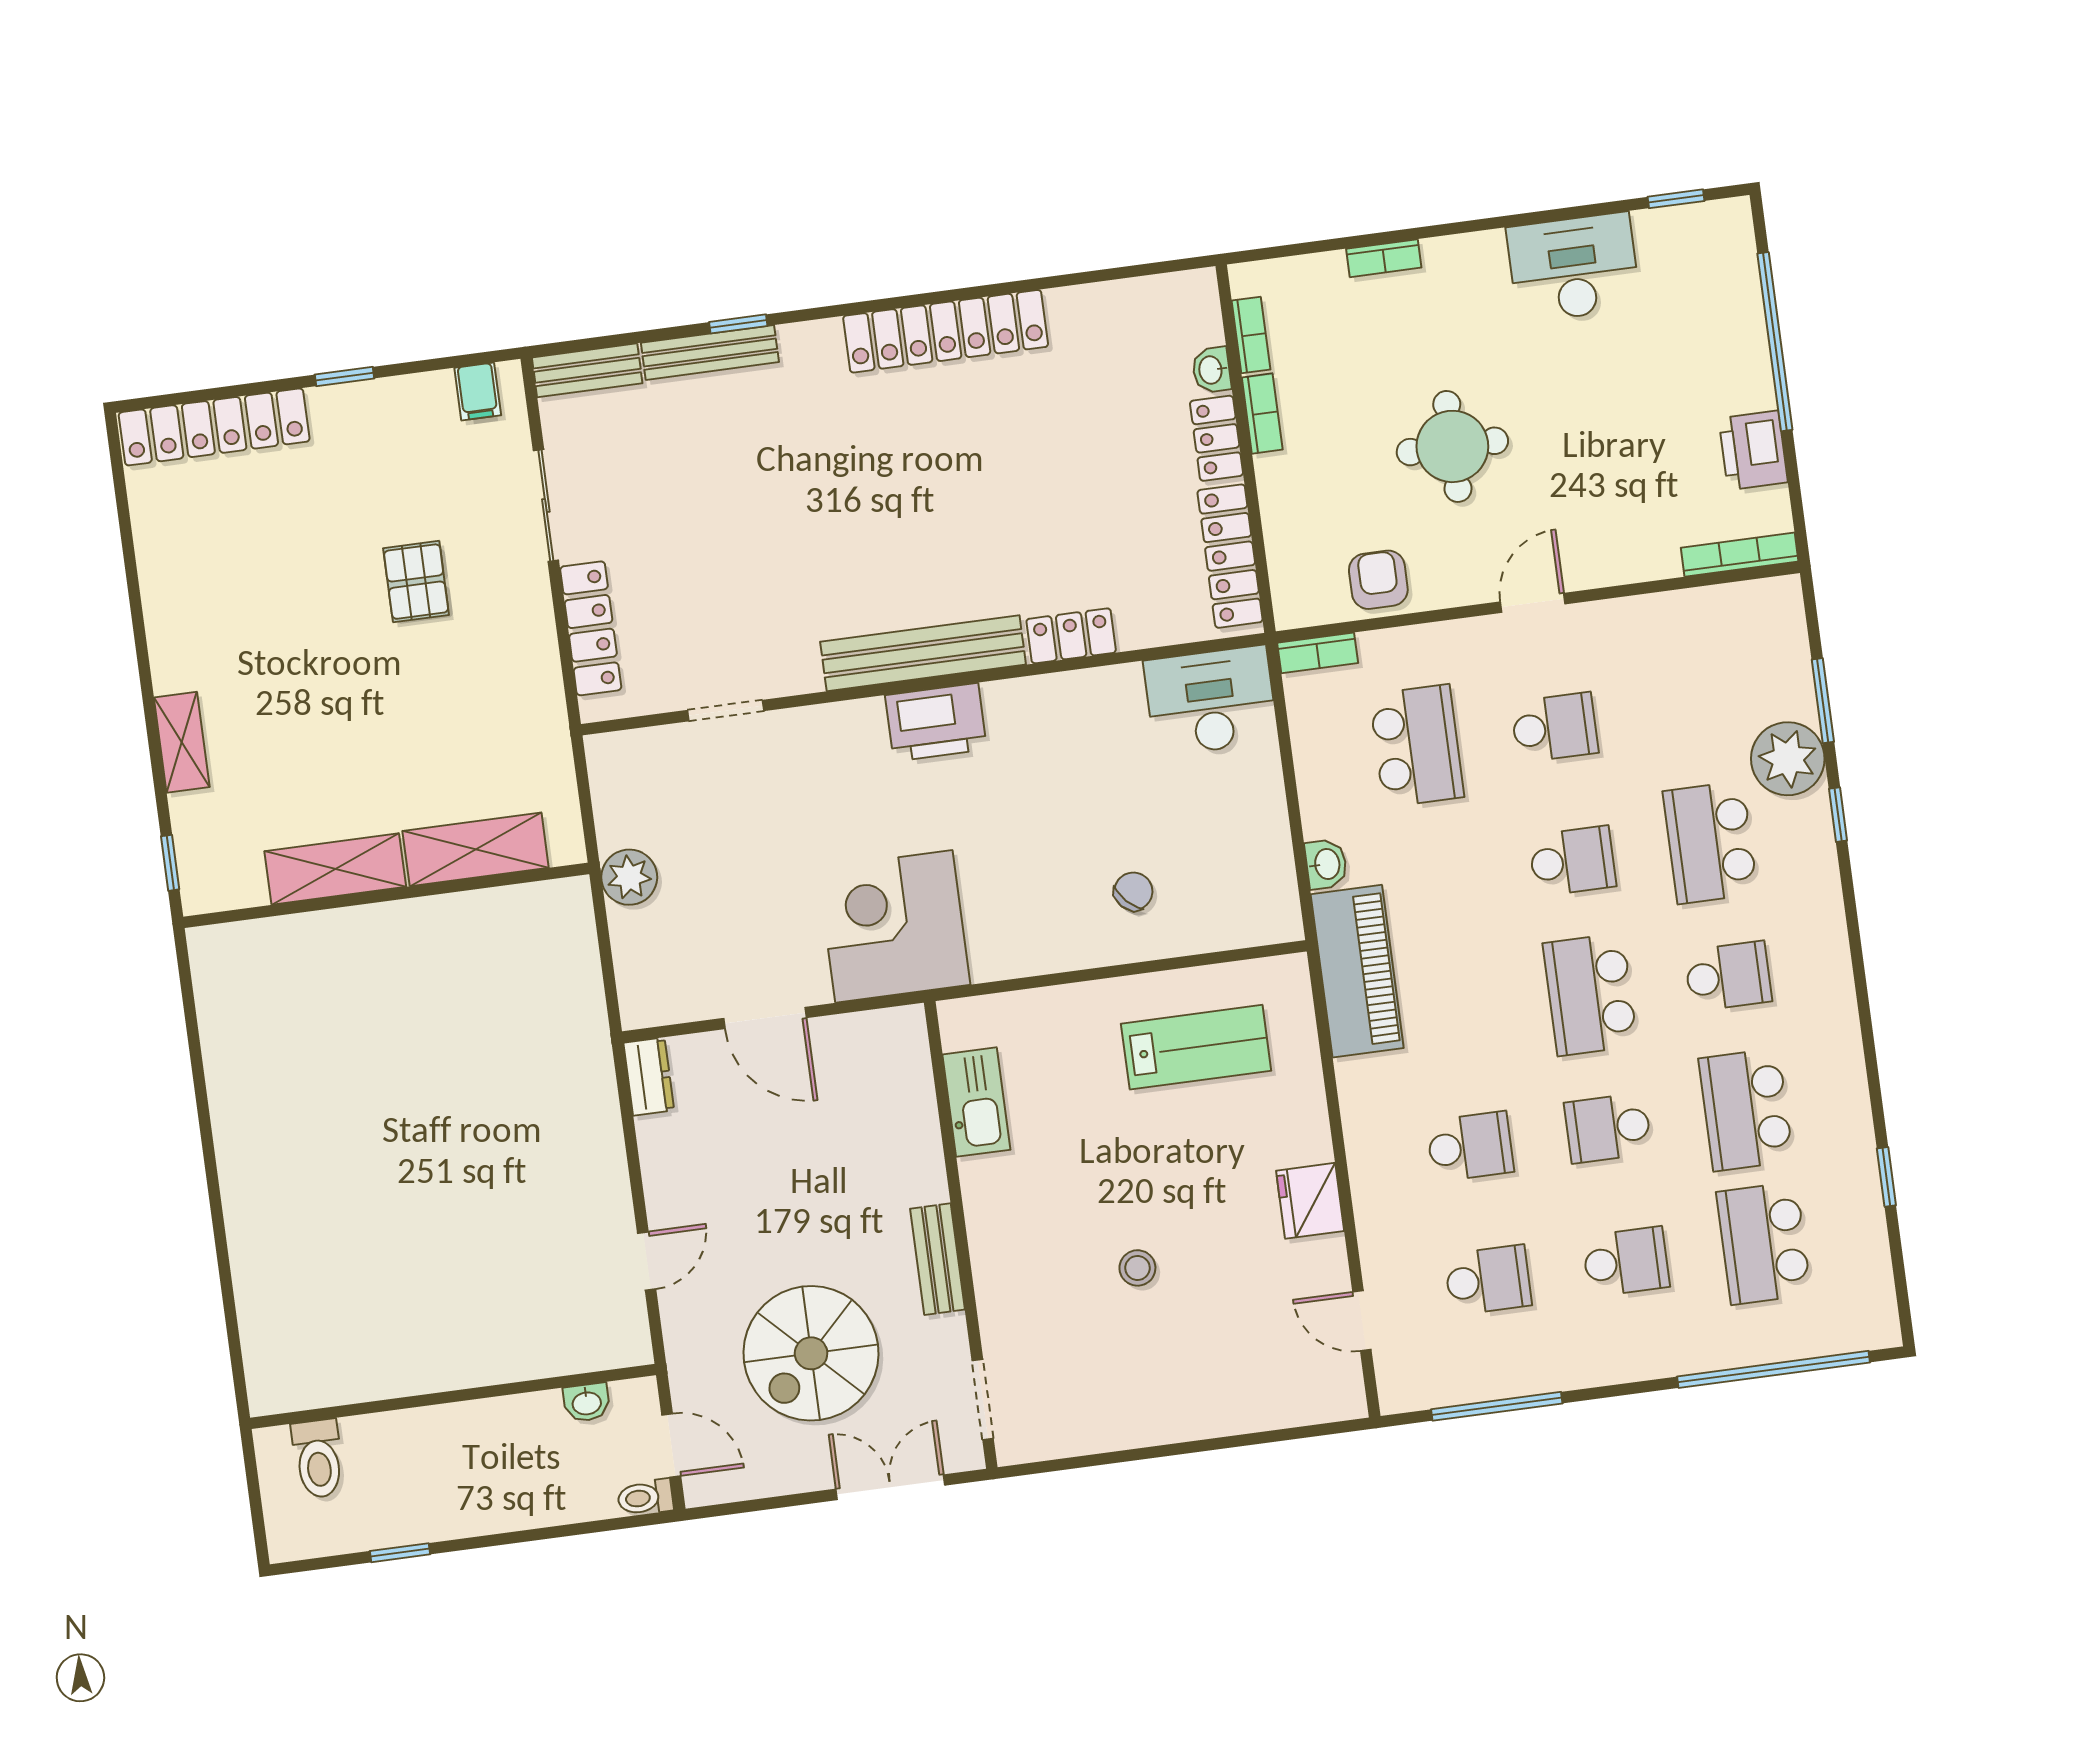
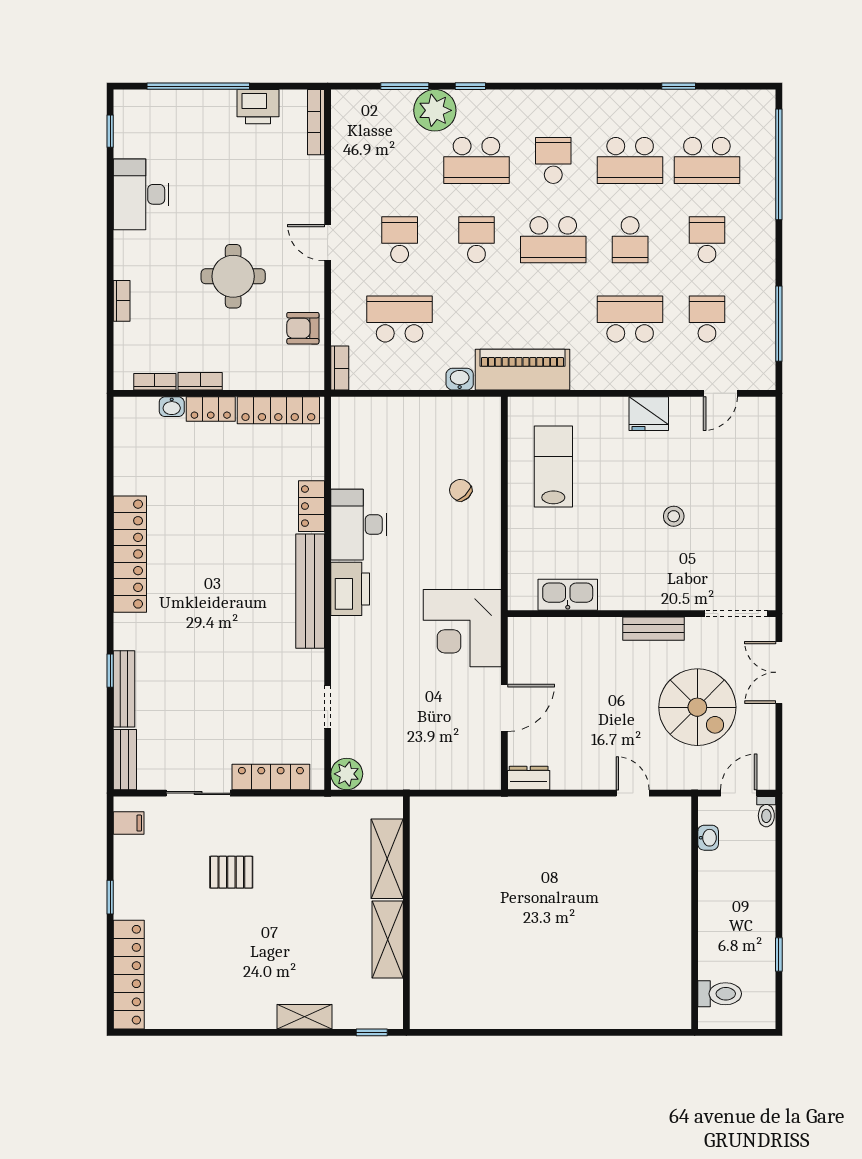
desk: (1211, 701) -> (359, 525), moved
plant: (629, 877) -> (347, 774), moved
school desk: (1470, 1146) -> (630, 319), width x1.85
doorway: (983, 1400) -> (736, 614), width x1.38

